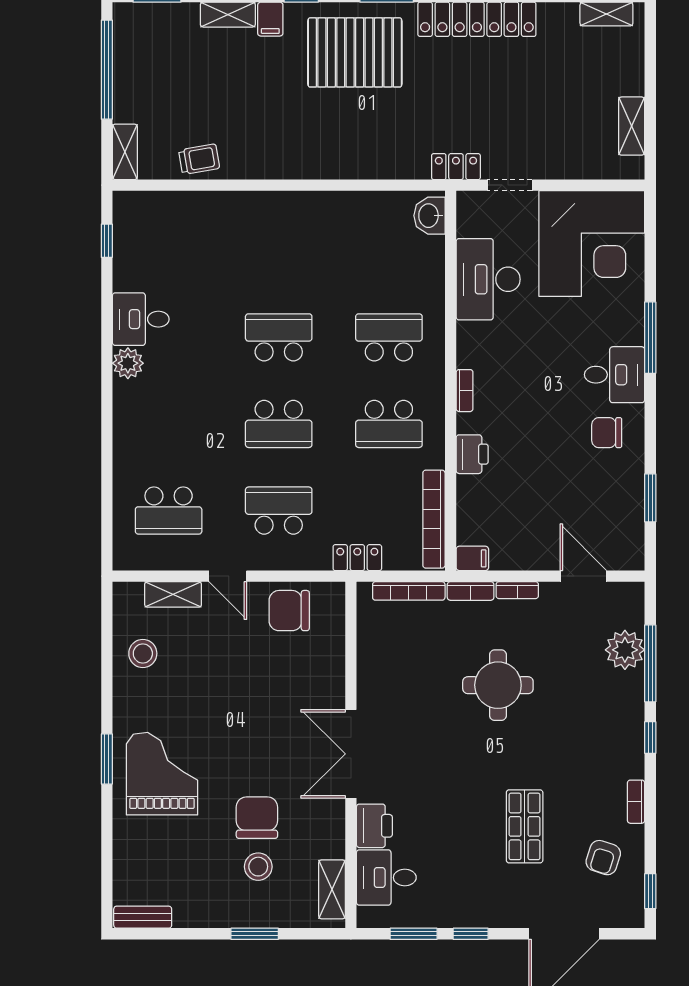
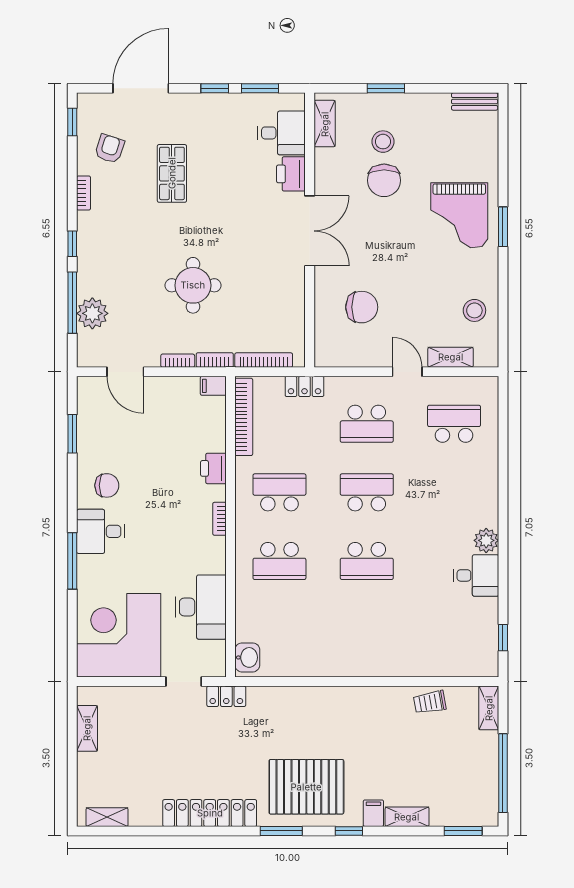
chair: (289, 611) -> (362, 307), moved

